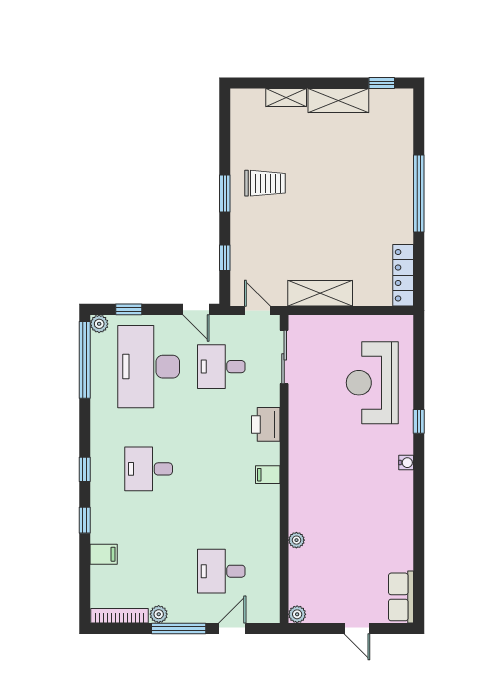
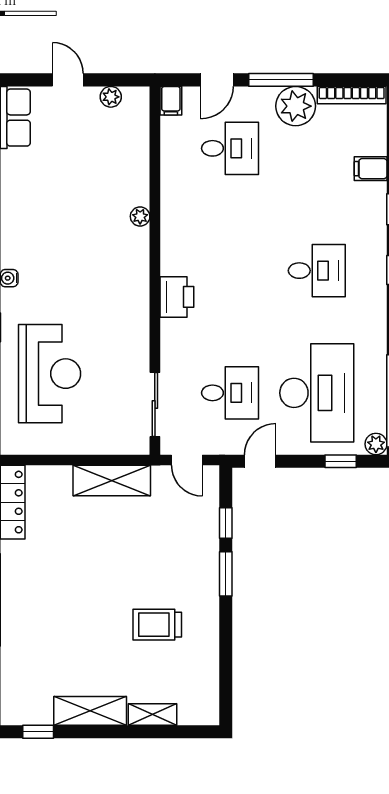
trolley: (265, 183) -> (157, 625), moved
window: (225, 194) -> (226, 574), moved
door: (196, 309) -> (260, 461), hinge flipped
printer: (266, 424) -> (177, 297), moved
filing cabinet: (268, 475) -> (171, 101), moved, turned 90
plant: (296, 540) -> (140, 216), moved
plant: (159, 614) -> (296, 106), width x1.88, depth x1.88
plant: (297, 614) -> (111, 97), moved

